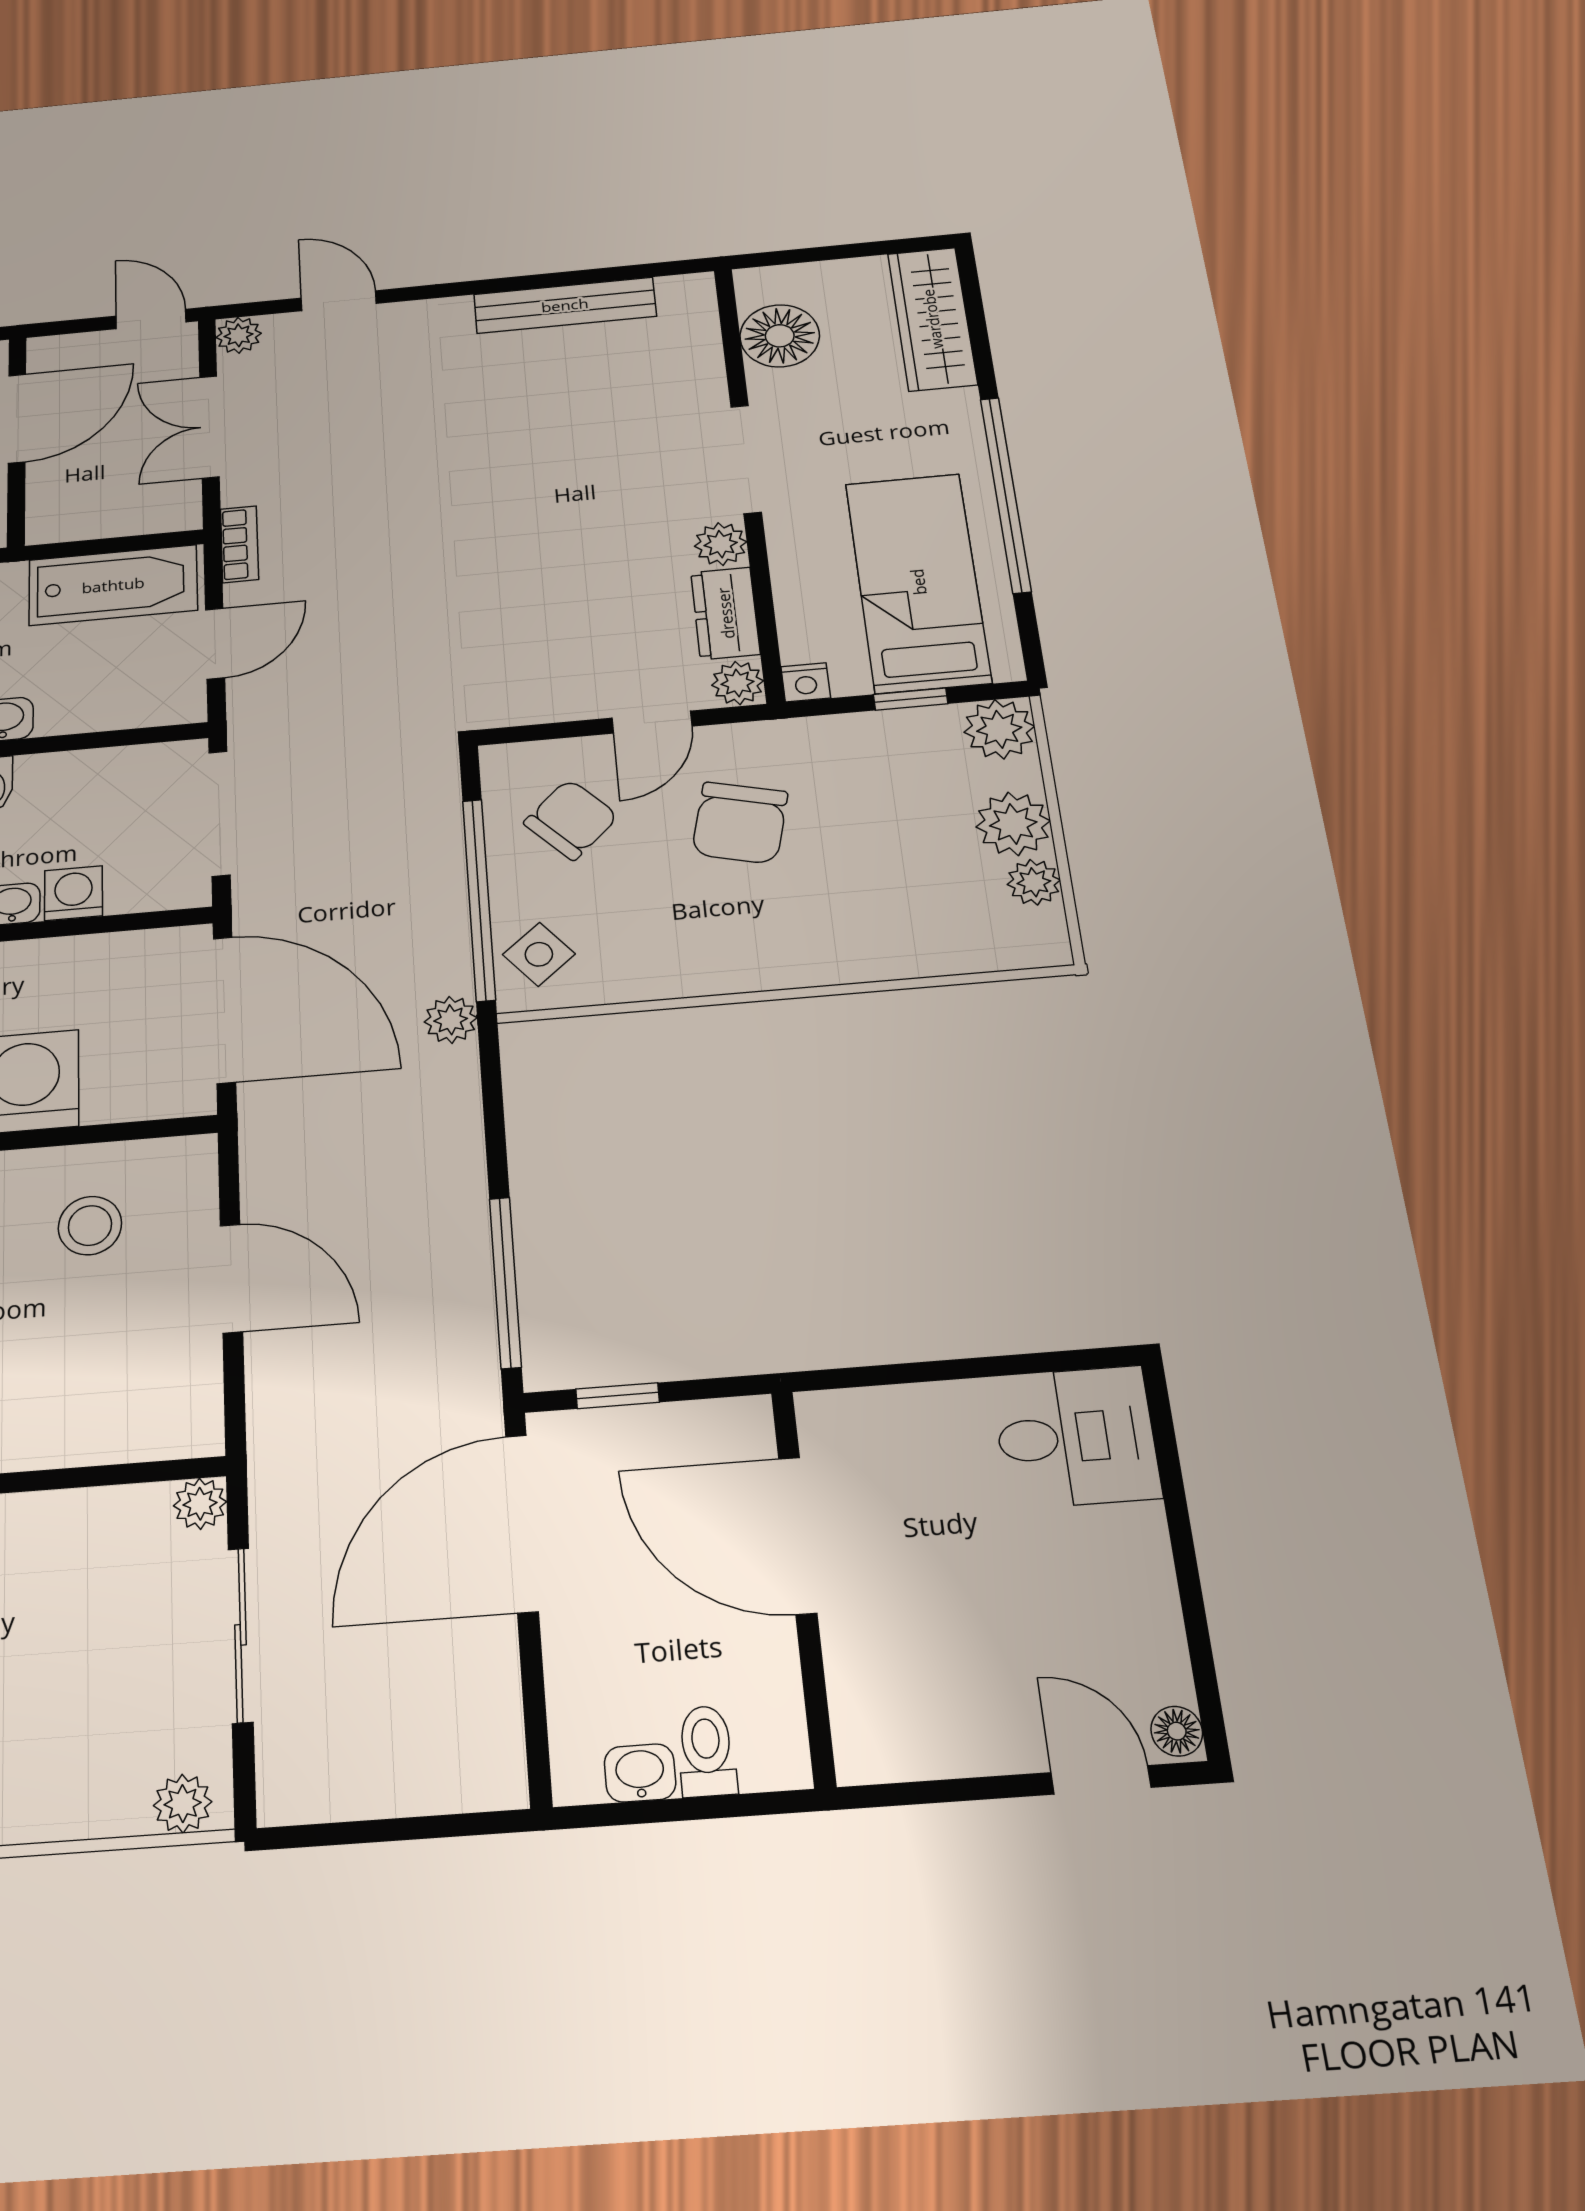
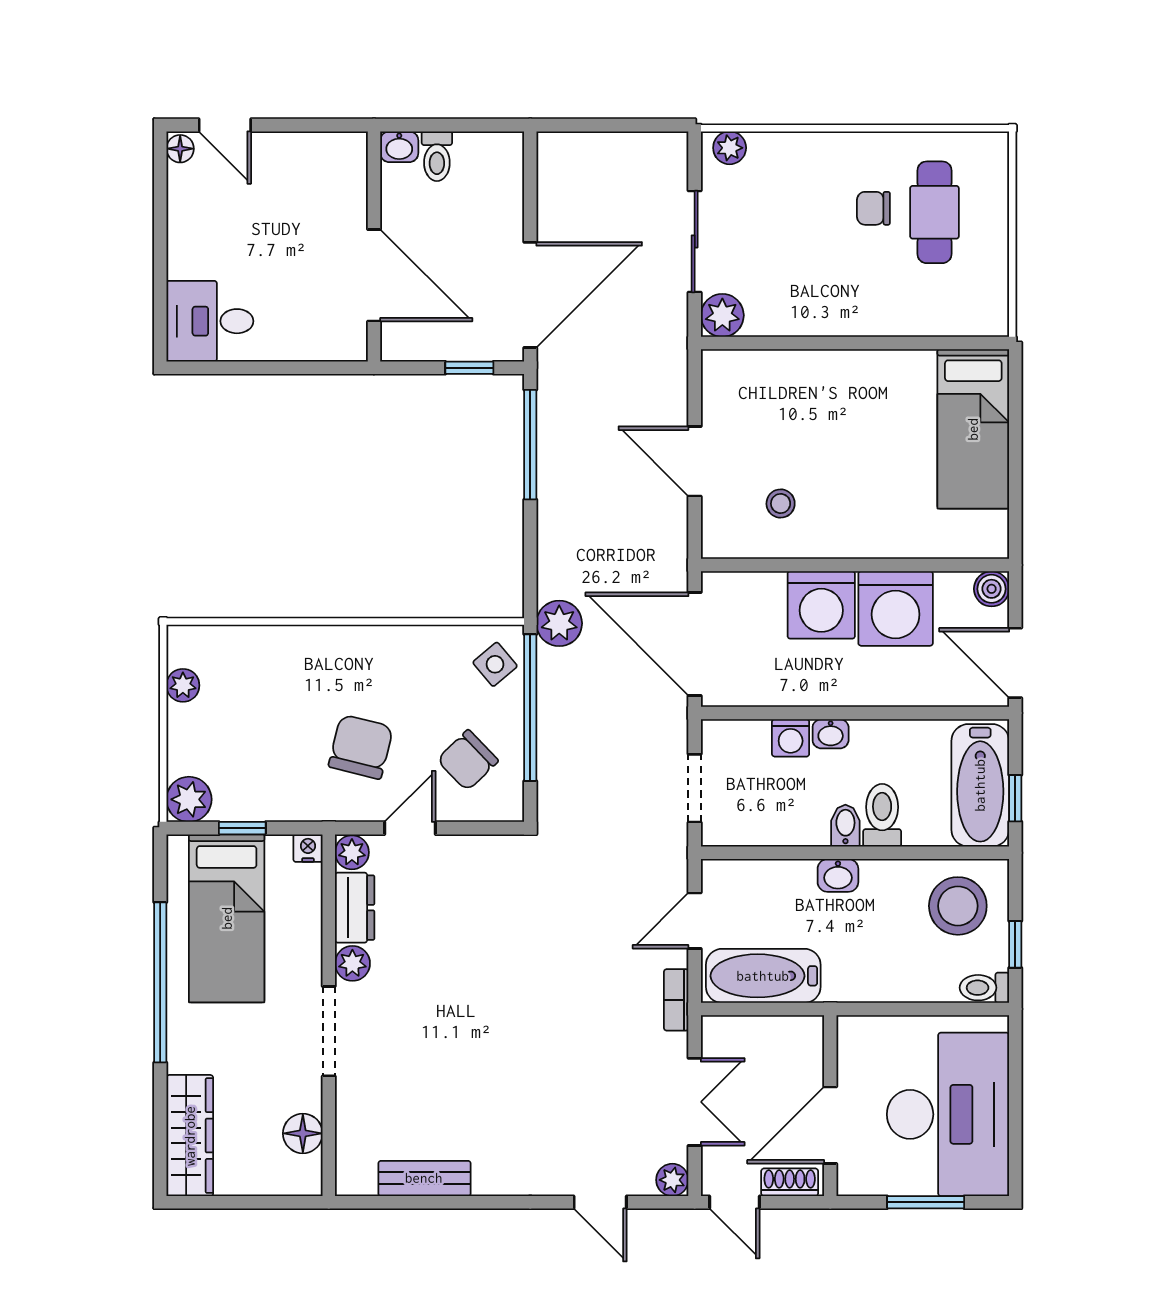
bench: (565, 305) -> (424, 1178), width x0.73
floor lamp: (780, 336) -> (303, 1133), width x0.73, depth x0.73
shoe rack: (74, 349) -> (790, 1182), added
doorway: (219, 813) -> (695, 788), width x0.73
plant: (1013, 824) -> (190, 729), removed
plant: (451, 1020) -> (559, 623), width x1.38, depth x1.38
stool: (90, 1226) -> (781, 503), width x0.73, depth x0.73
plant: (200, 1504) -> (722, 315), width x1.38, depth x1.38
washbasin: (640, 1773) -> (399, 147), moved

